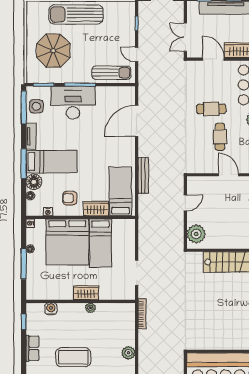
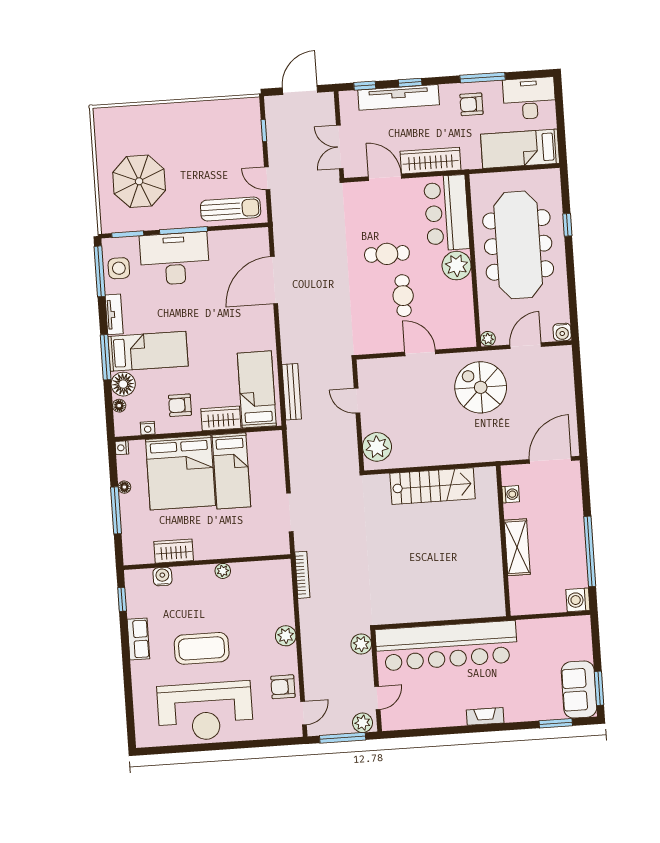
sun lounger: (76, 14) -> (170, 123), removed
bench: (143, 175) -> (292, 392), moved
door: (185, 203) -> (357, 401), swing flipped
wardrobe: (86, 293) -> (174, 551), moved
plant: (177, 362) -> (361, 644), added

